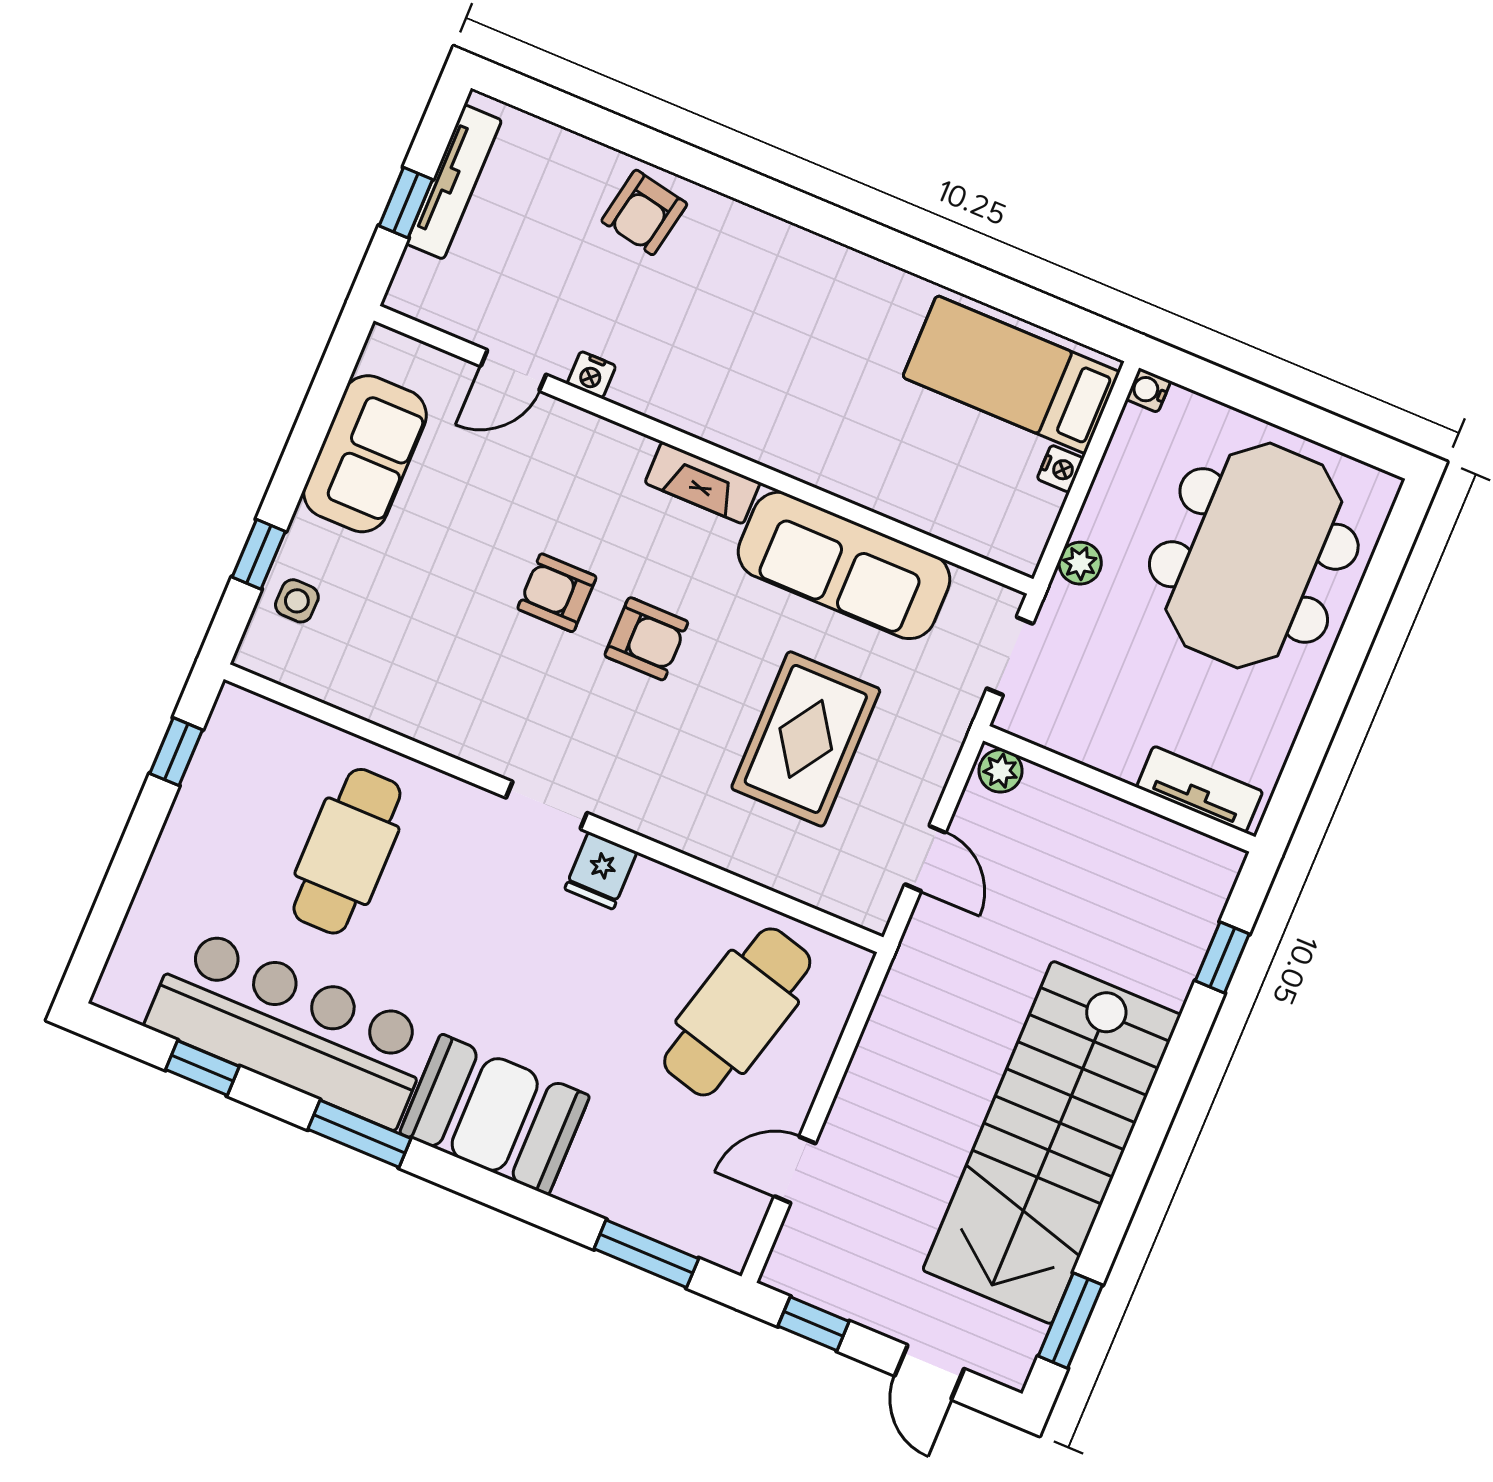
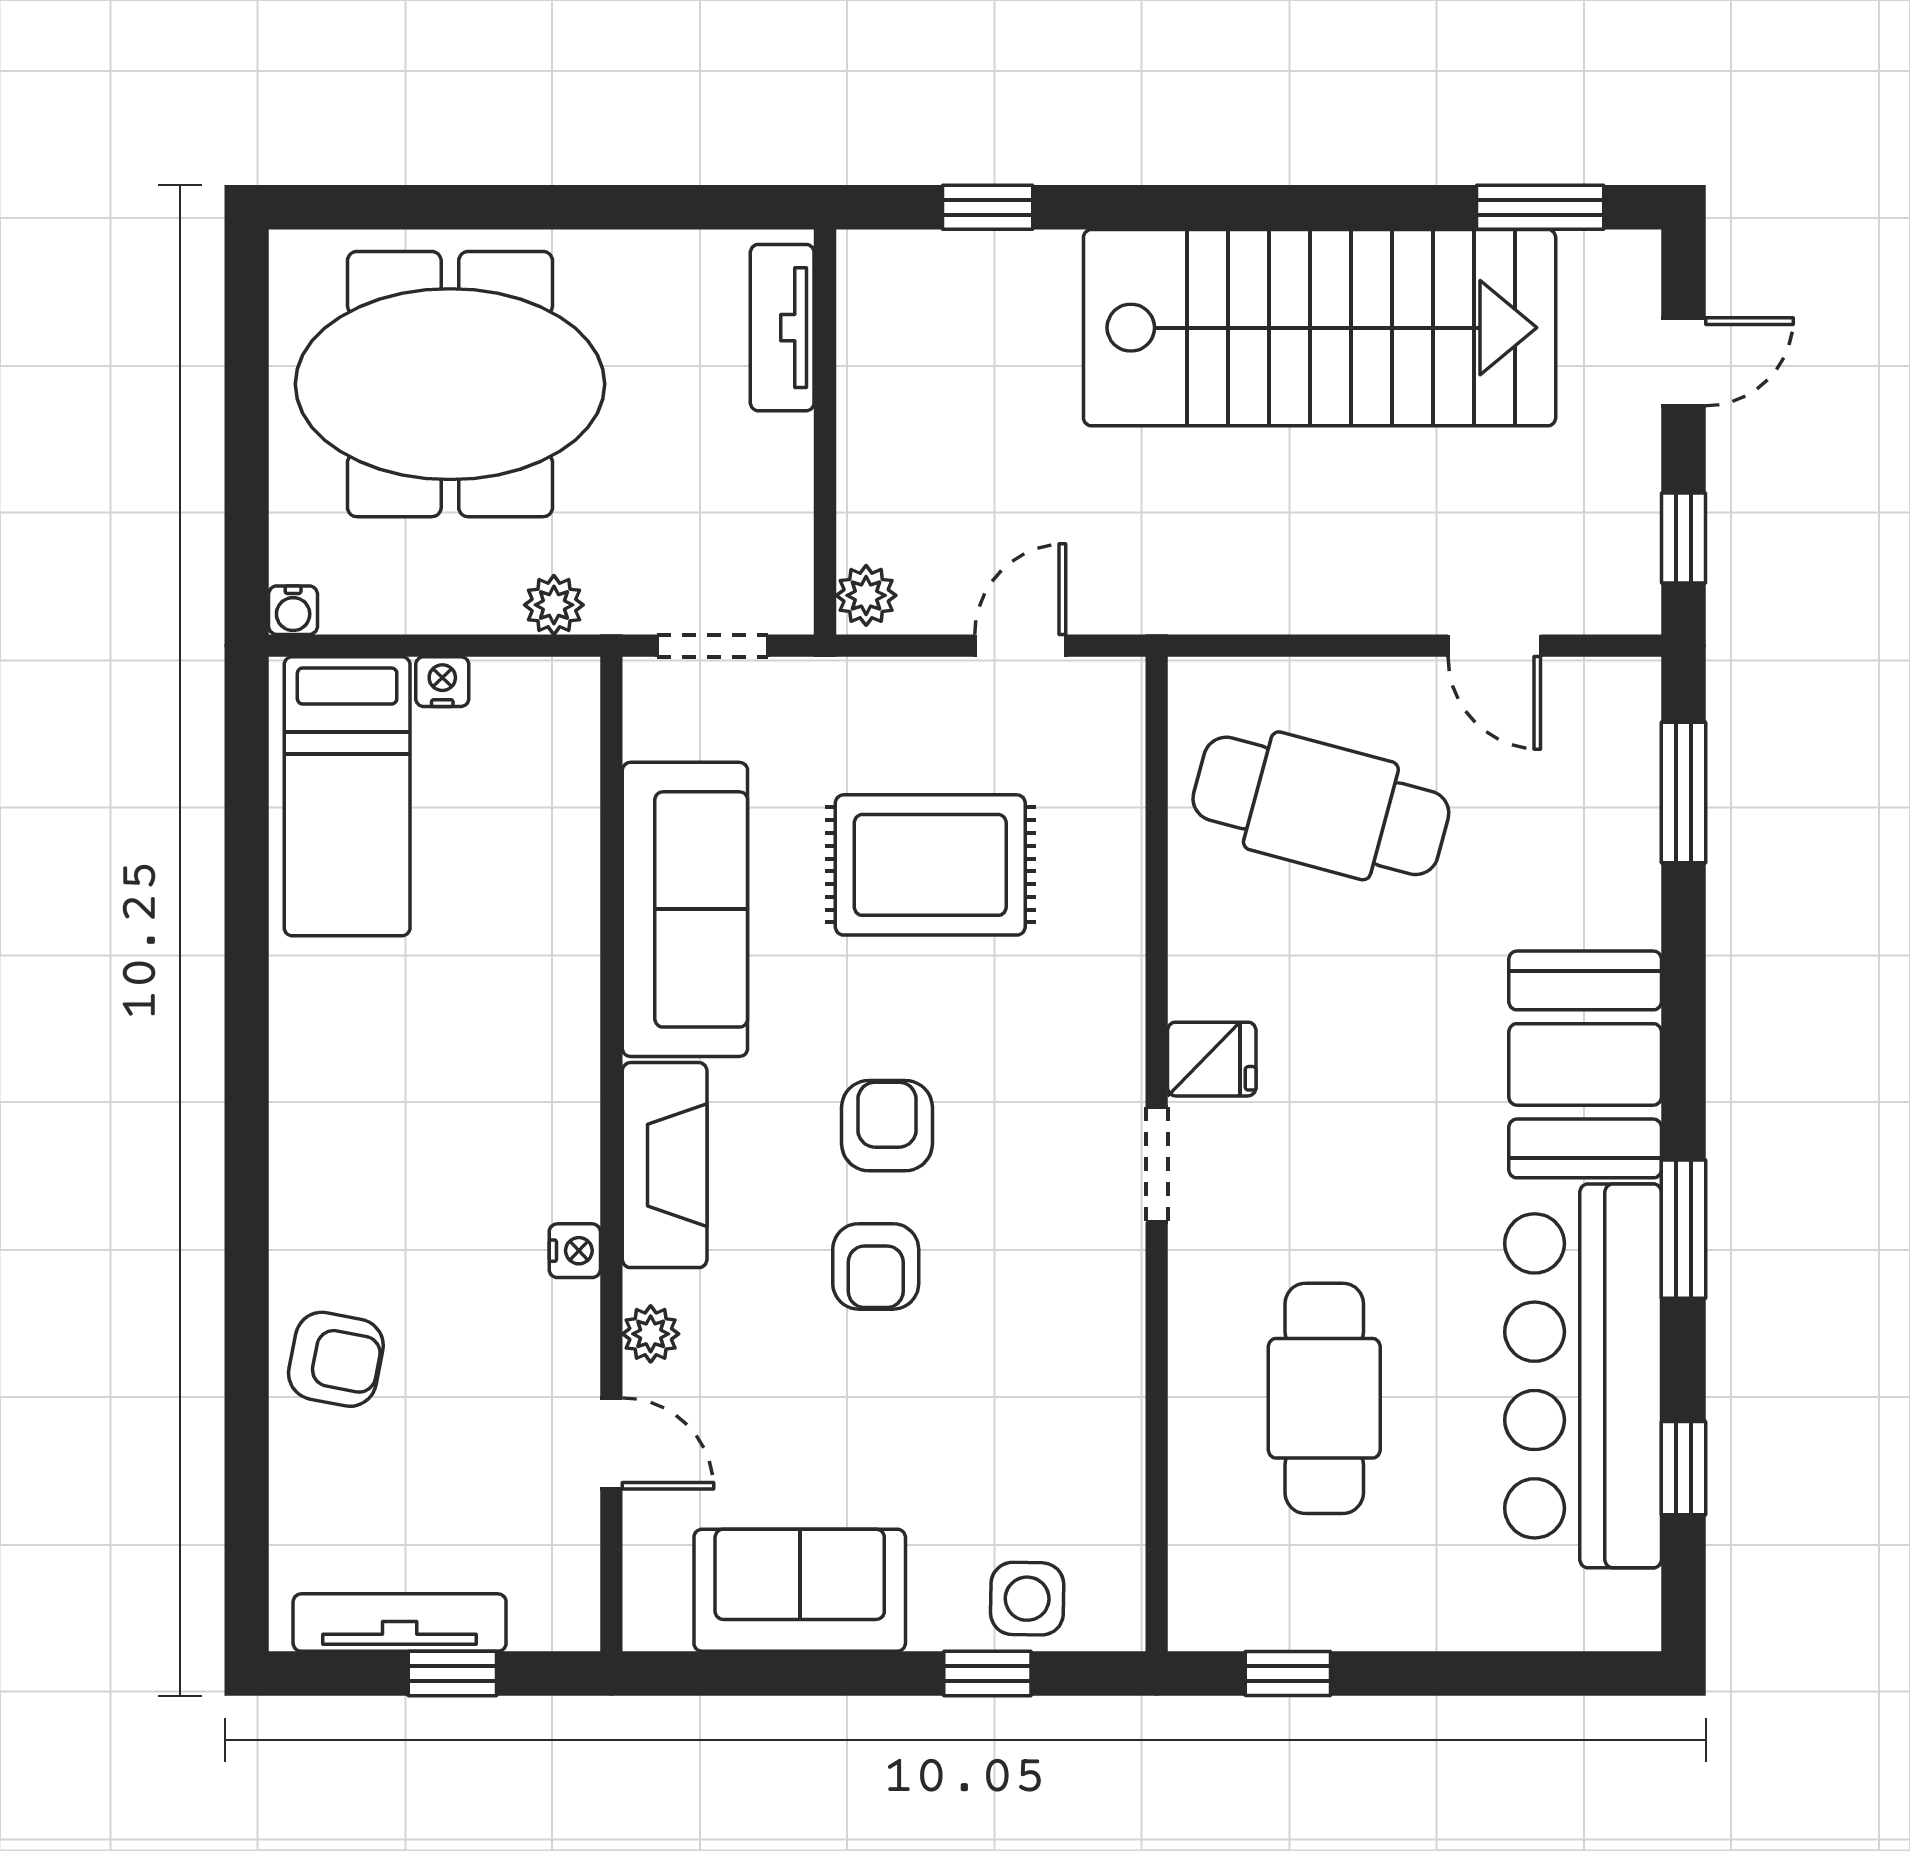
nightstand: (591, 375) -> (575, 1251), moved
plant: (574, 426) -> (651, 1334), added
fireplace: (703, 483) -> (665, 1165), width x1.37, depth x1.32
side table: (297, 601) -> (1027, 1599), width x1.37, depth x1.37
cafe table: (347, 851) -> (1324, 1398), turned 90

